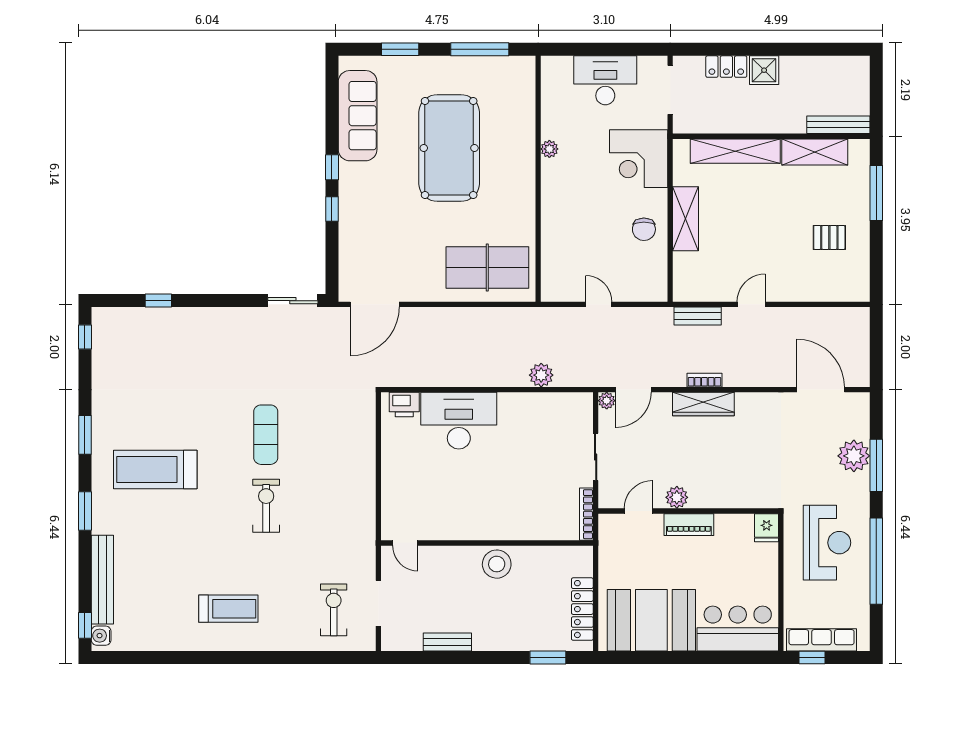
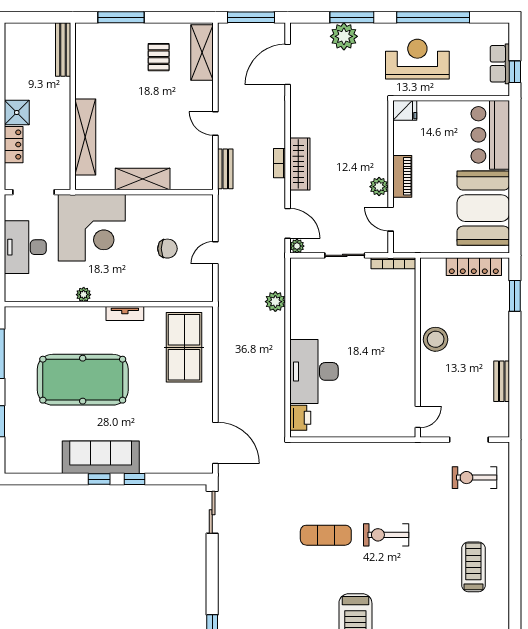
sofa: (358, 116) -> (101, 457), moved
shelving: (815, 152) -> (202, 52), moved
corner desk: (639, 159) -> (92, 228), width x1.36, depth x1.36
tv unit: (527, 198) -> (125, 314), added
chair: (644, 229) -> (167, 249), moved
window: (876, 346) -> (251, 17), added
row of seats: (822, 640) -> (500, 64), width x0.68

